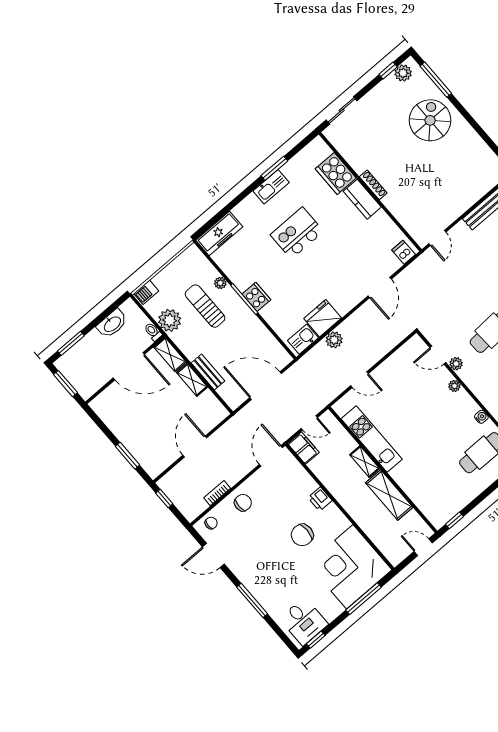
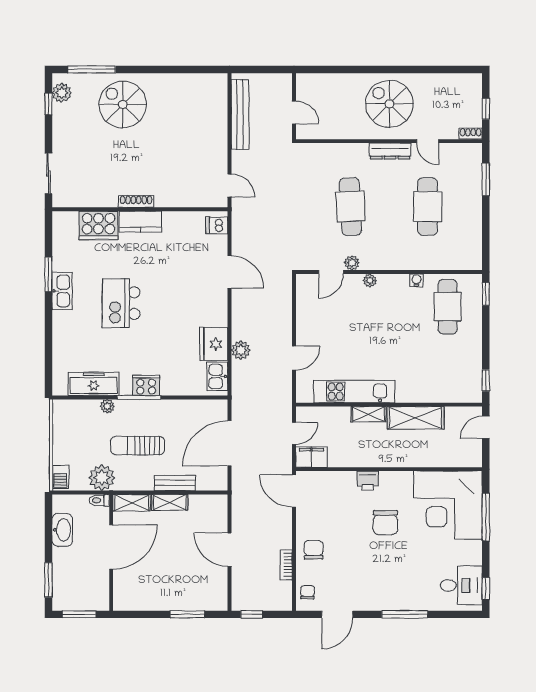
freezer: (219, 233) -> (94, 384), moved, turned -90
sun lounger: (205, 306) -> (138, 446), moved

